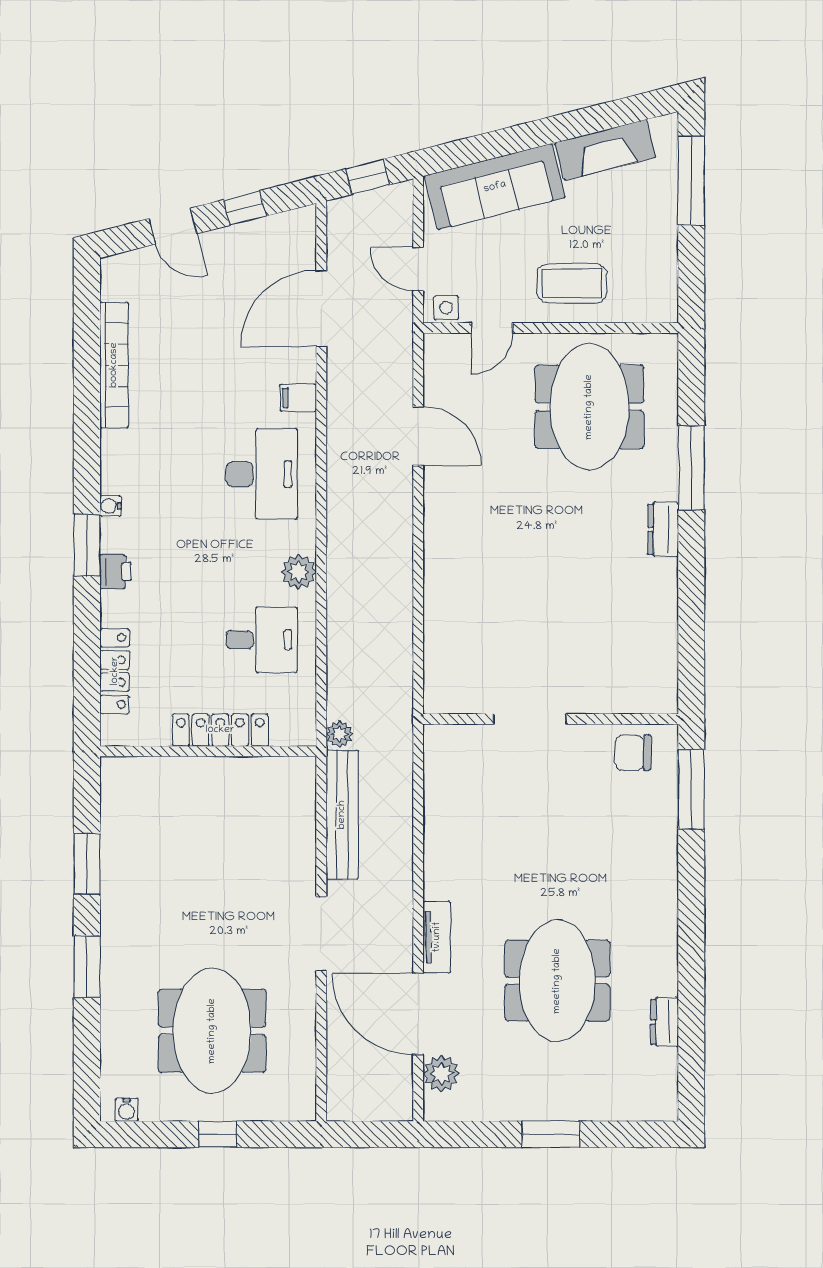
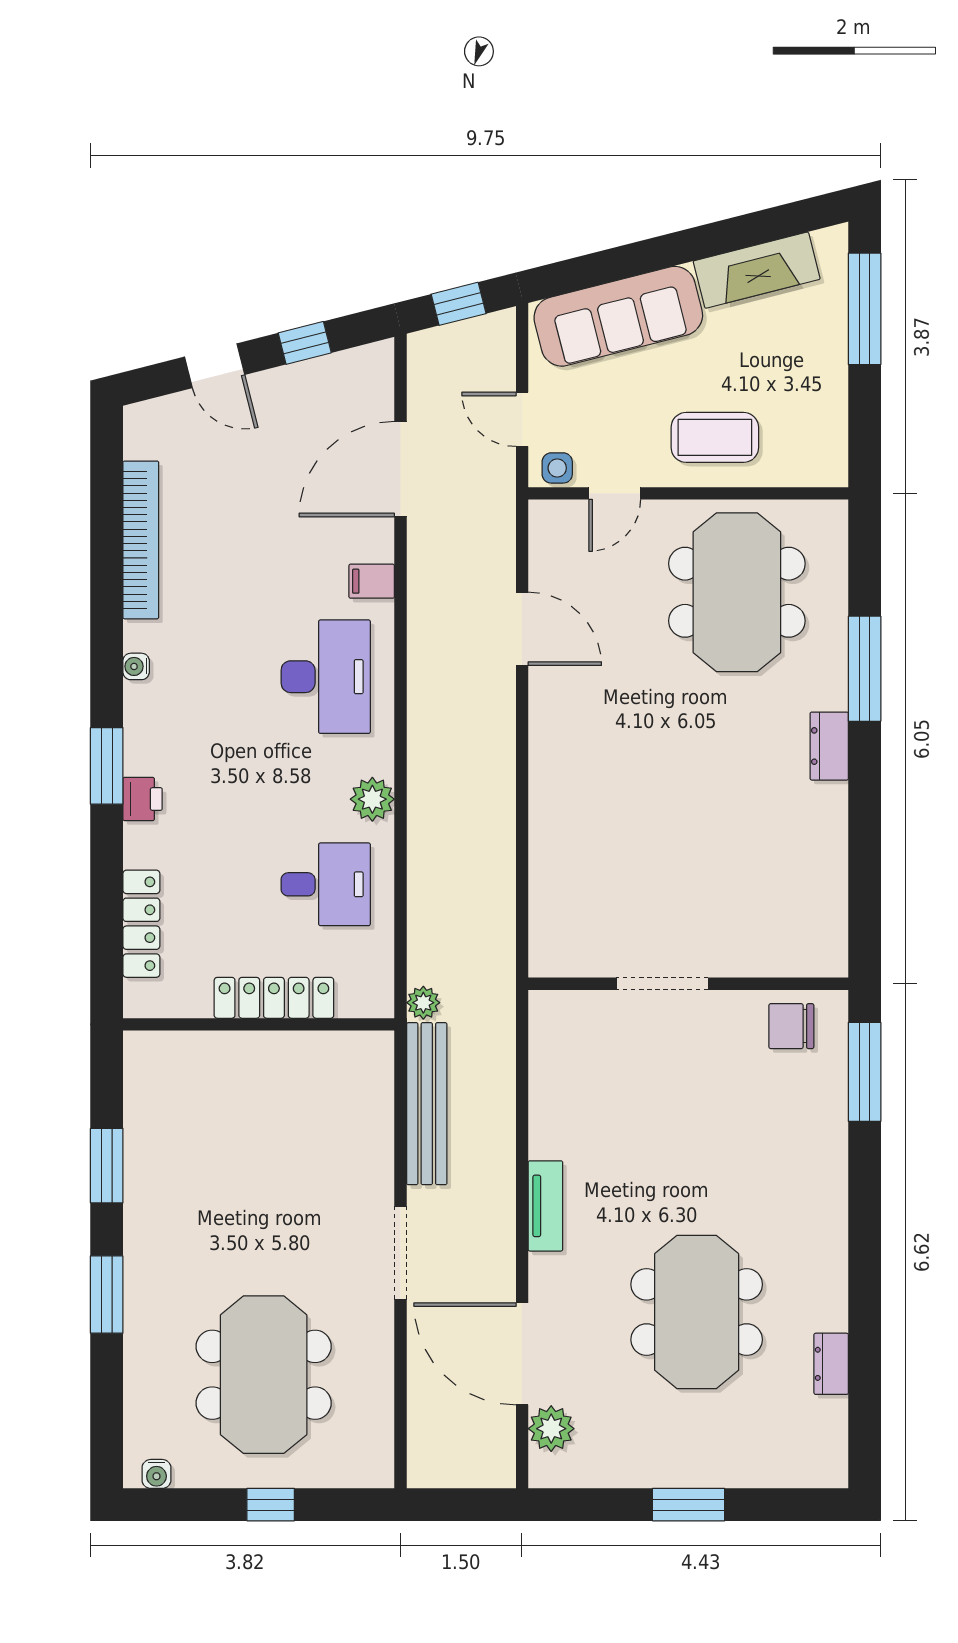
water cooler: (110, 506) -> (136, 666), moved
tv unit: (437, 937) -> (545, 1206), moved

